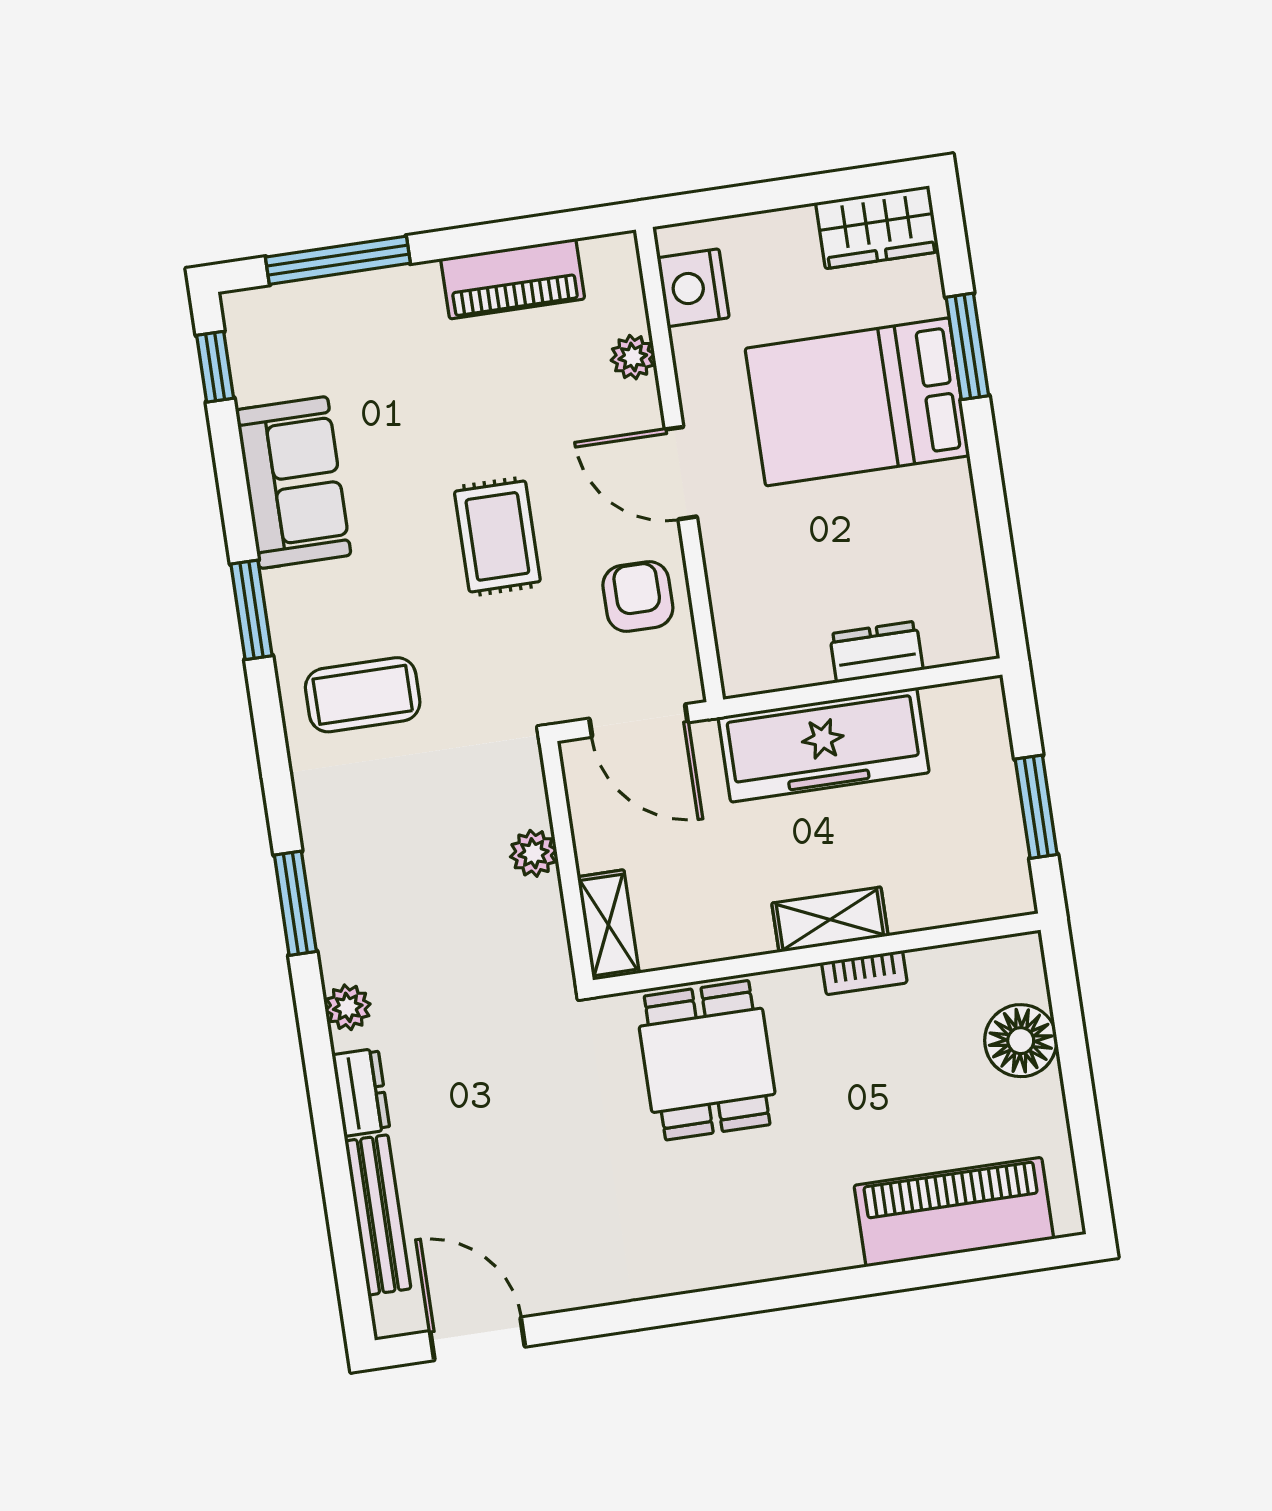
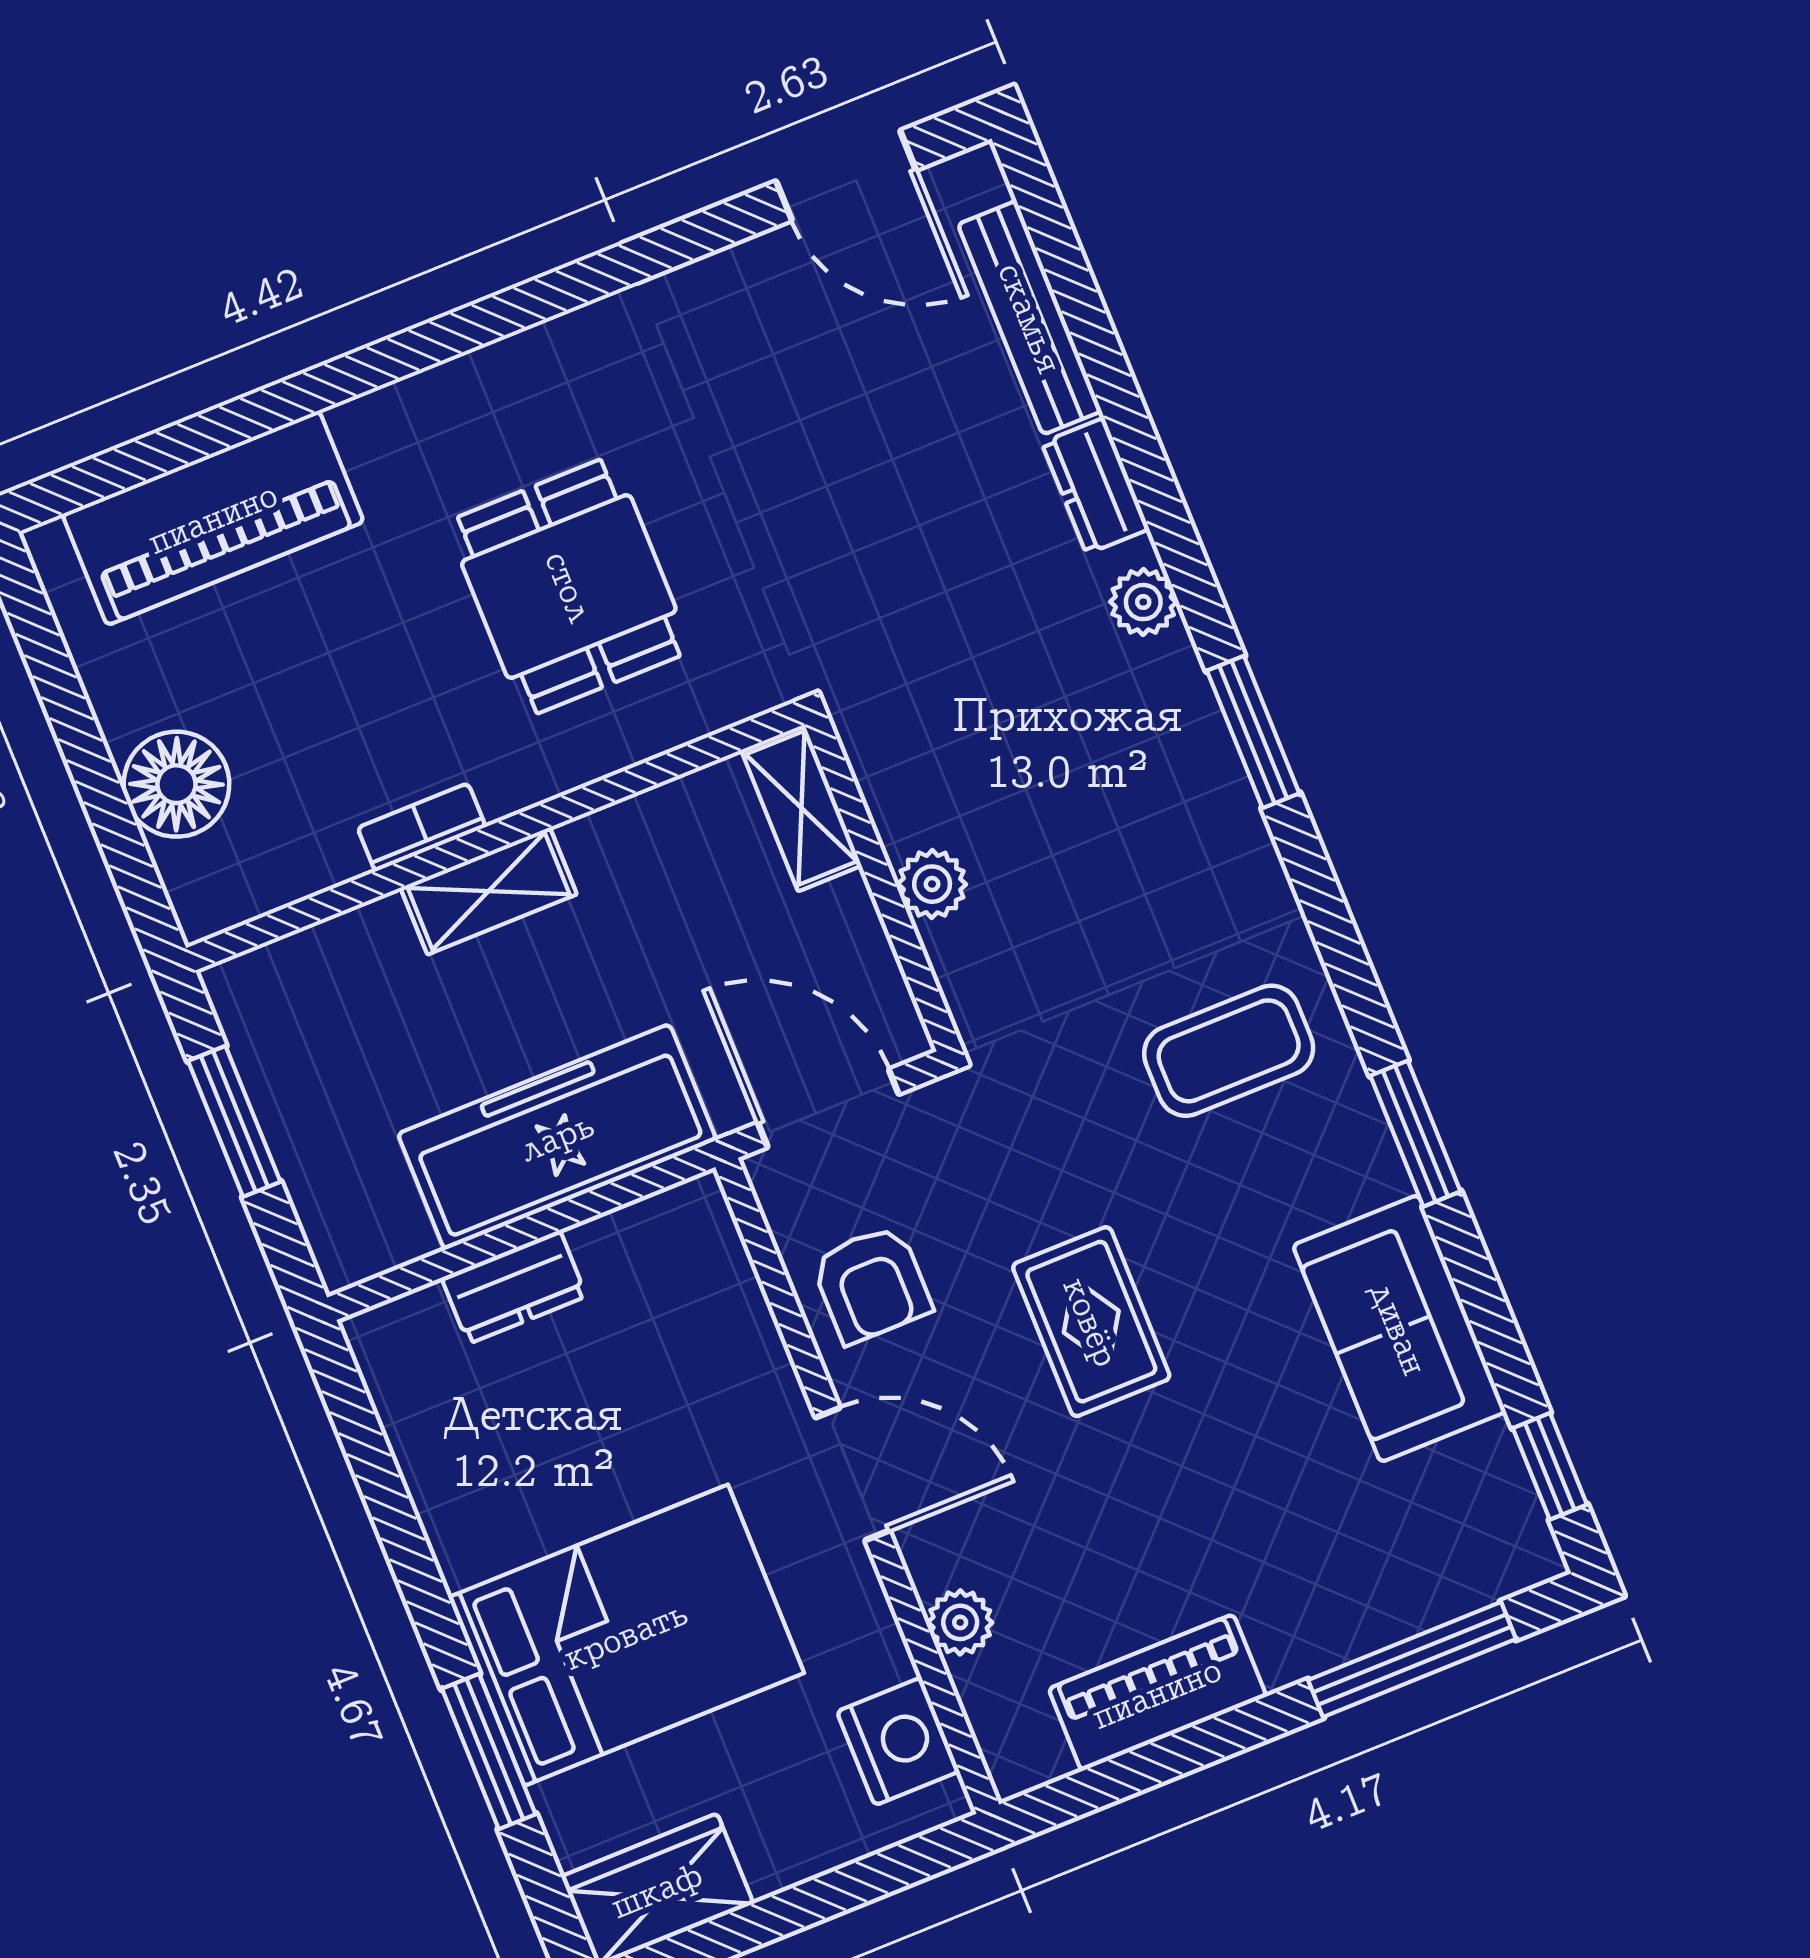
dining table: (707, 1060) -> (569, 587), moved

